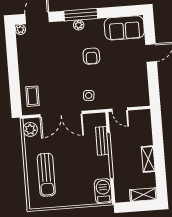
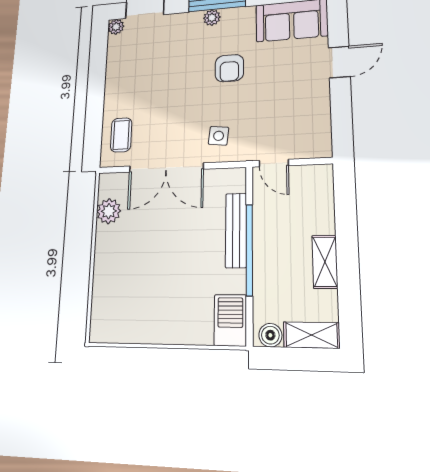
plant: (30, 129) -> (109, 211), moved
bench: (102, 141) -> (236, 230), width x1.36
sun lounger: (46, 175) -> (127, 278), removed
boiler: (124, 197) -> (270, 335), added

